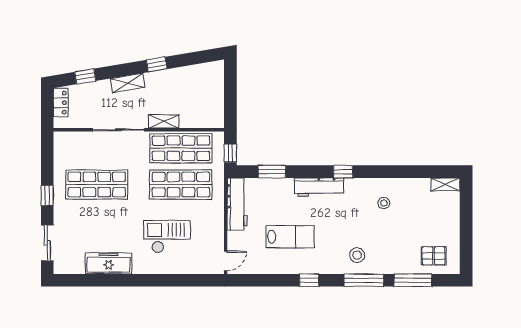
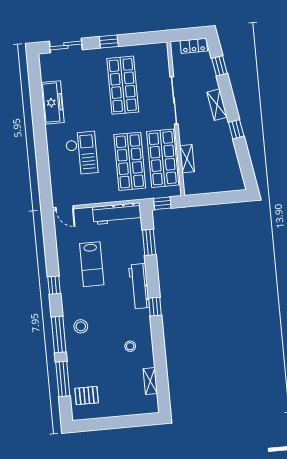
shelving: (164, 121) -> (187, 159), moved
shelving: (445, 184) -> (150, 381), moved
pallet: (434, 256) -> (87, 396), turned 90

